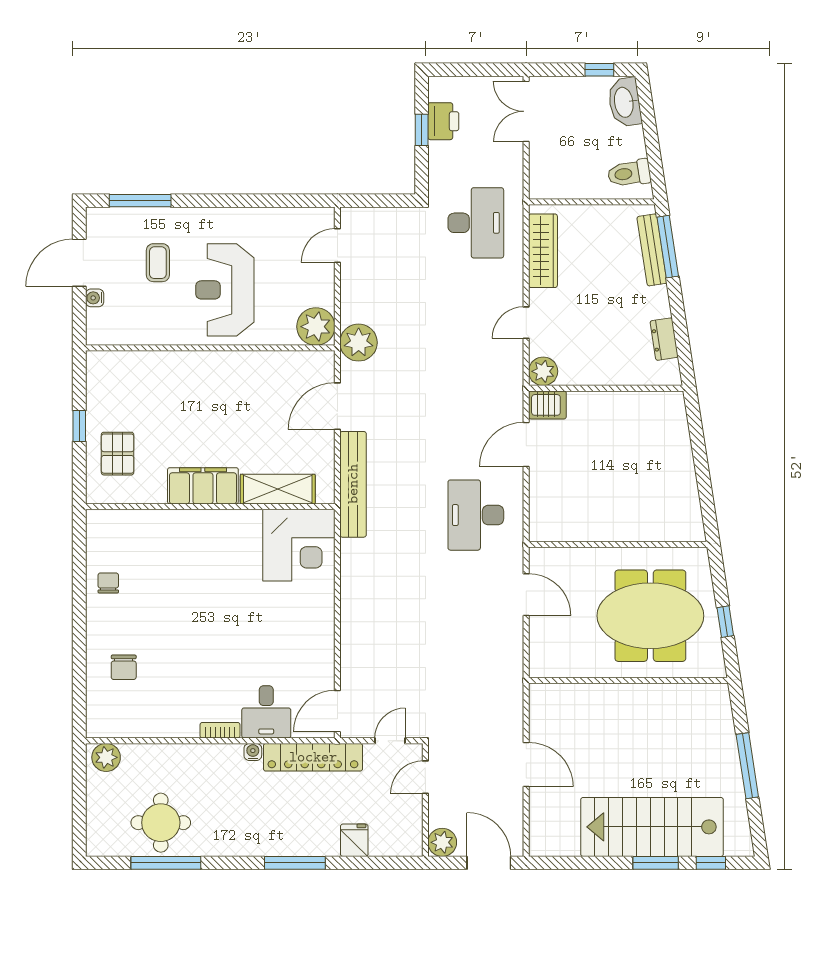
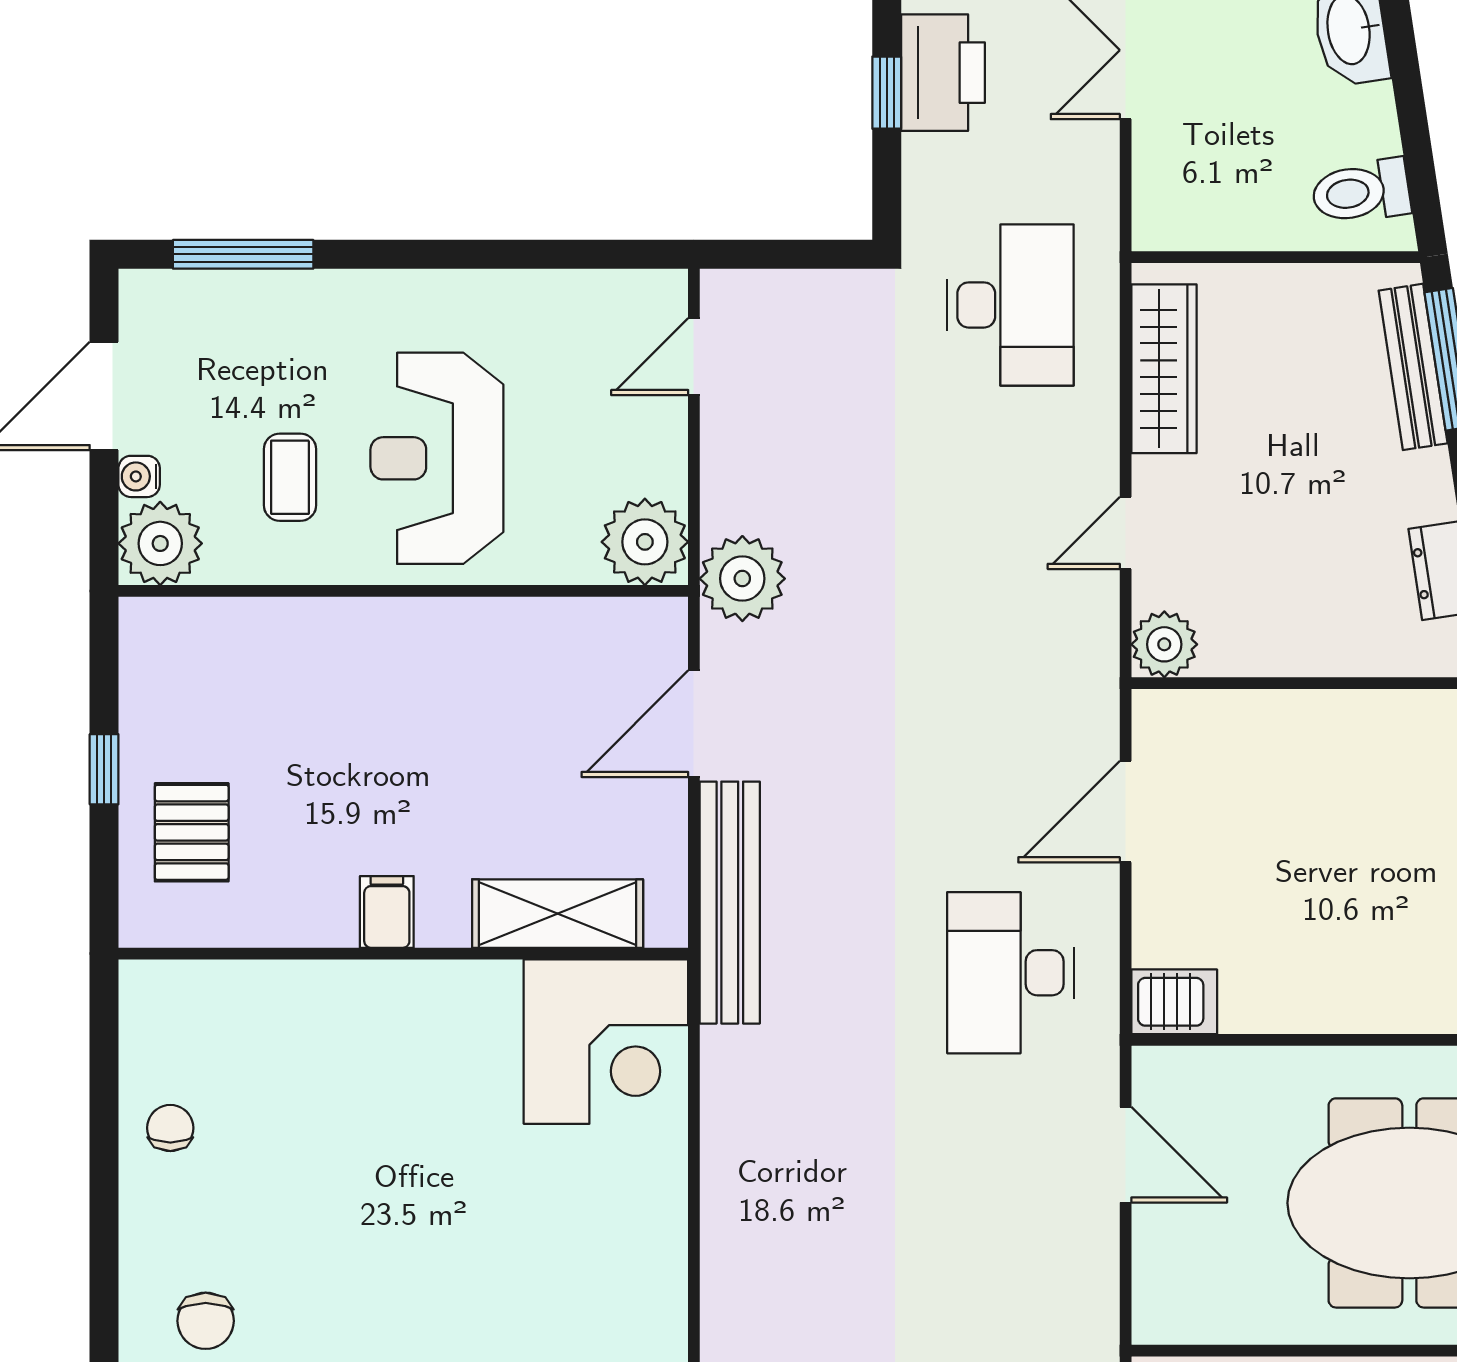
printer: (443, 121) -> (943, 73), width x1.37, depth x1.19
coffee table: (158, 263) -> (290, 477), moved
plant: (104, 327) -> (160, 543), added
server rack: (547, 405) -> (1174, 1002), moved
filing cabinet: (203, 486) -> (387, 912), width x0.33, depth x0.86

